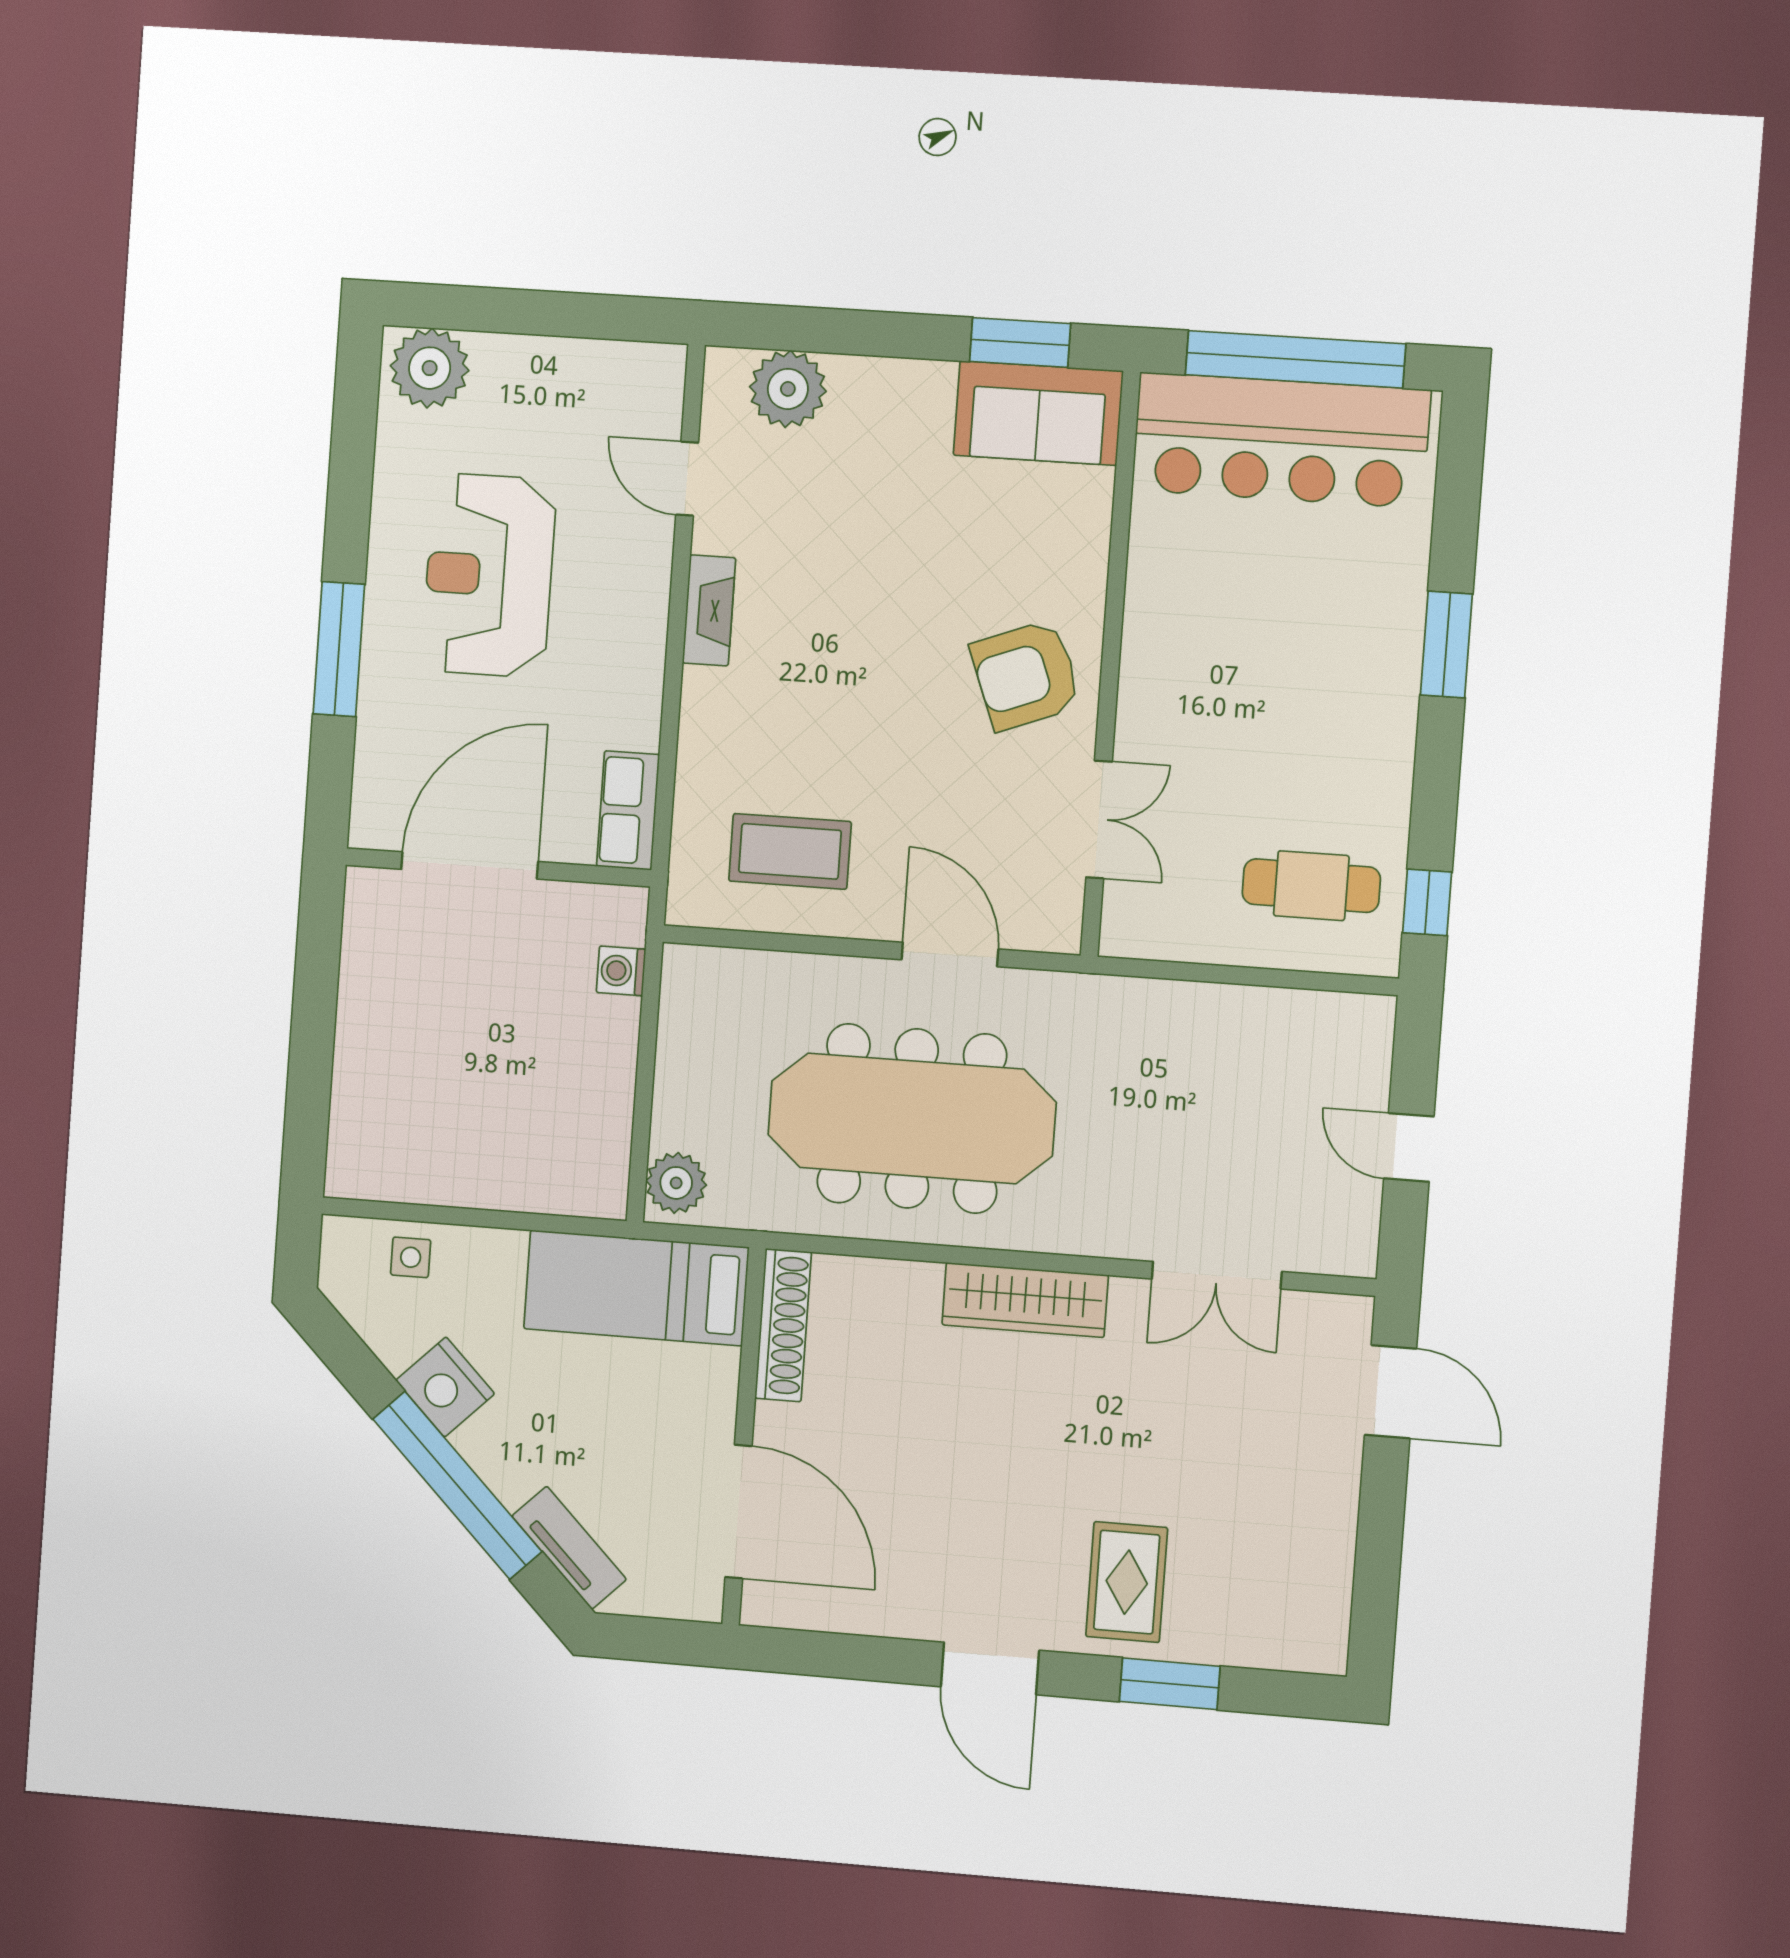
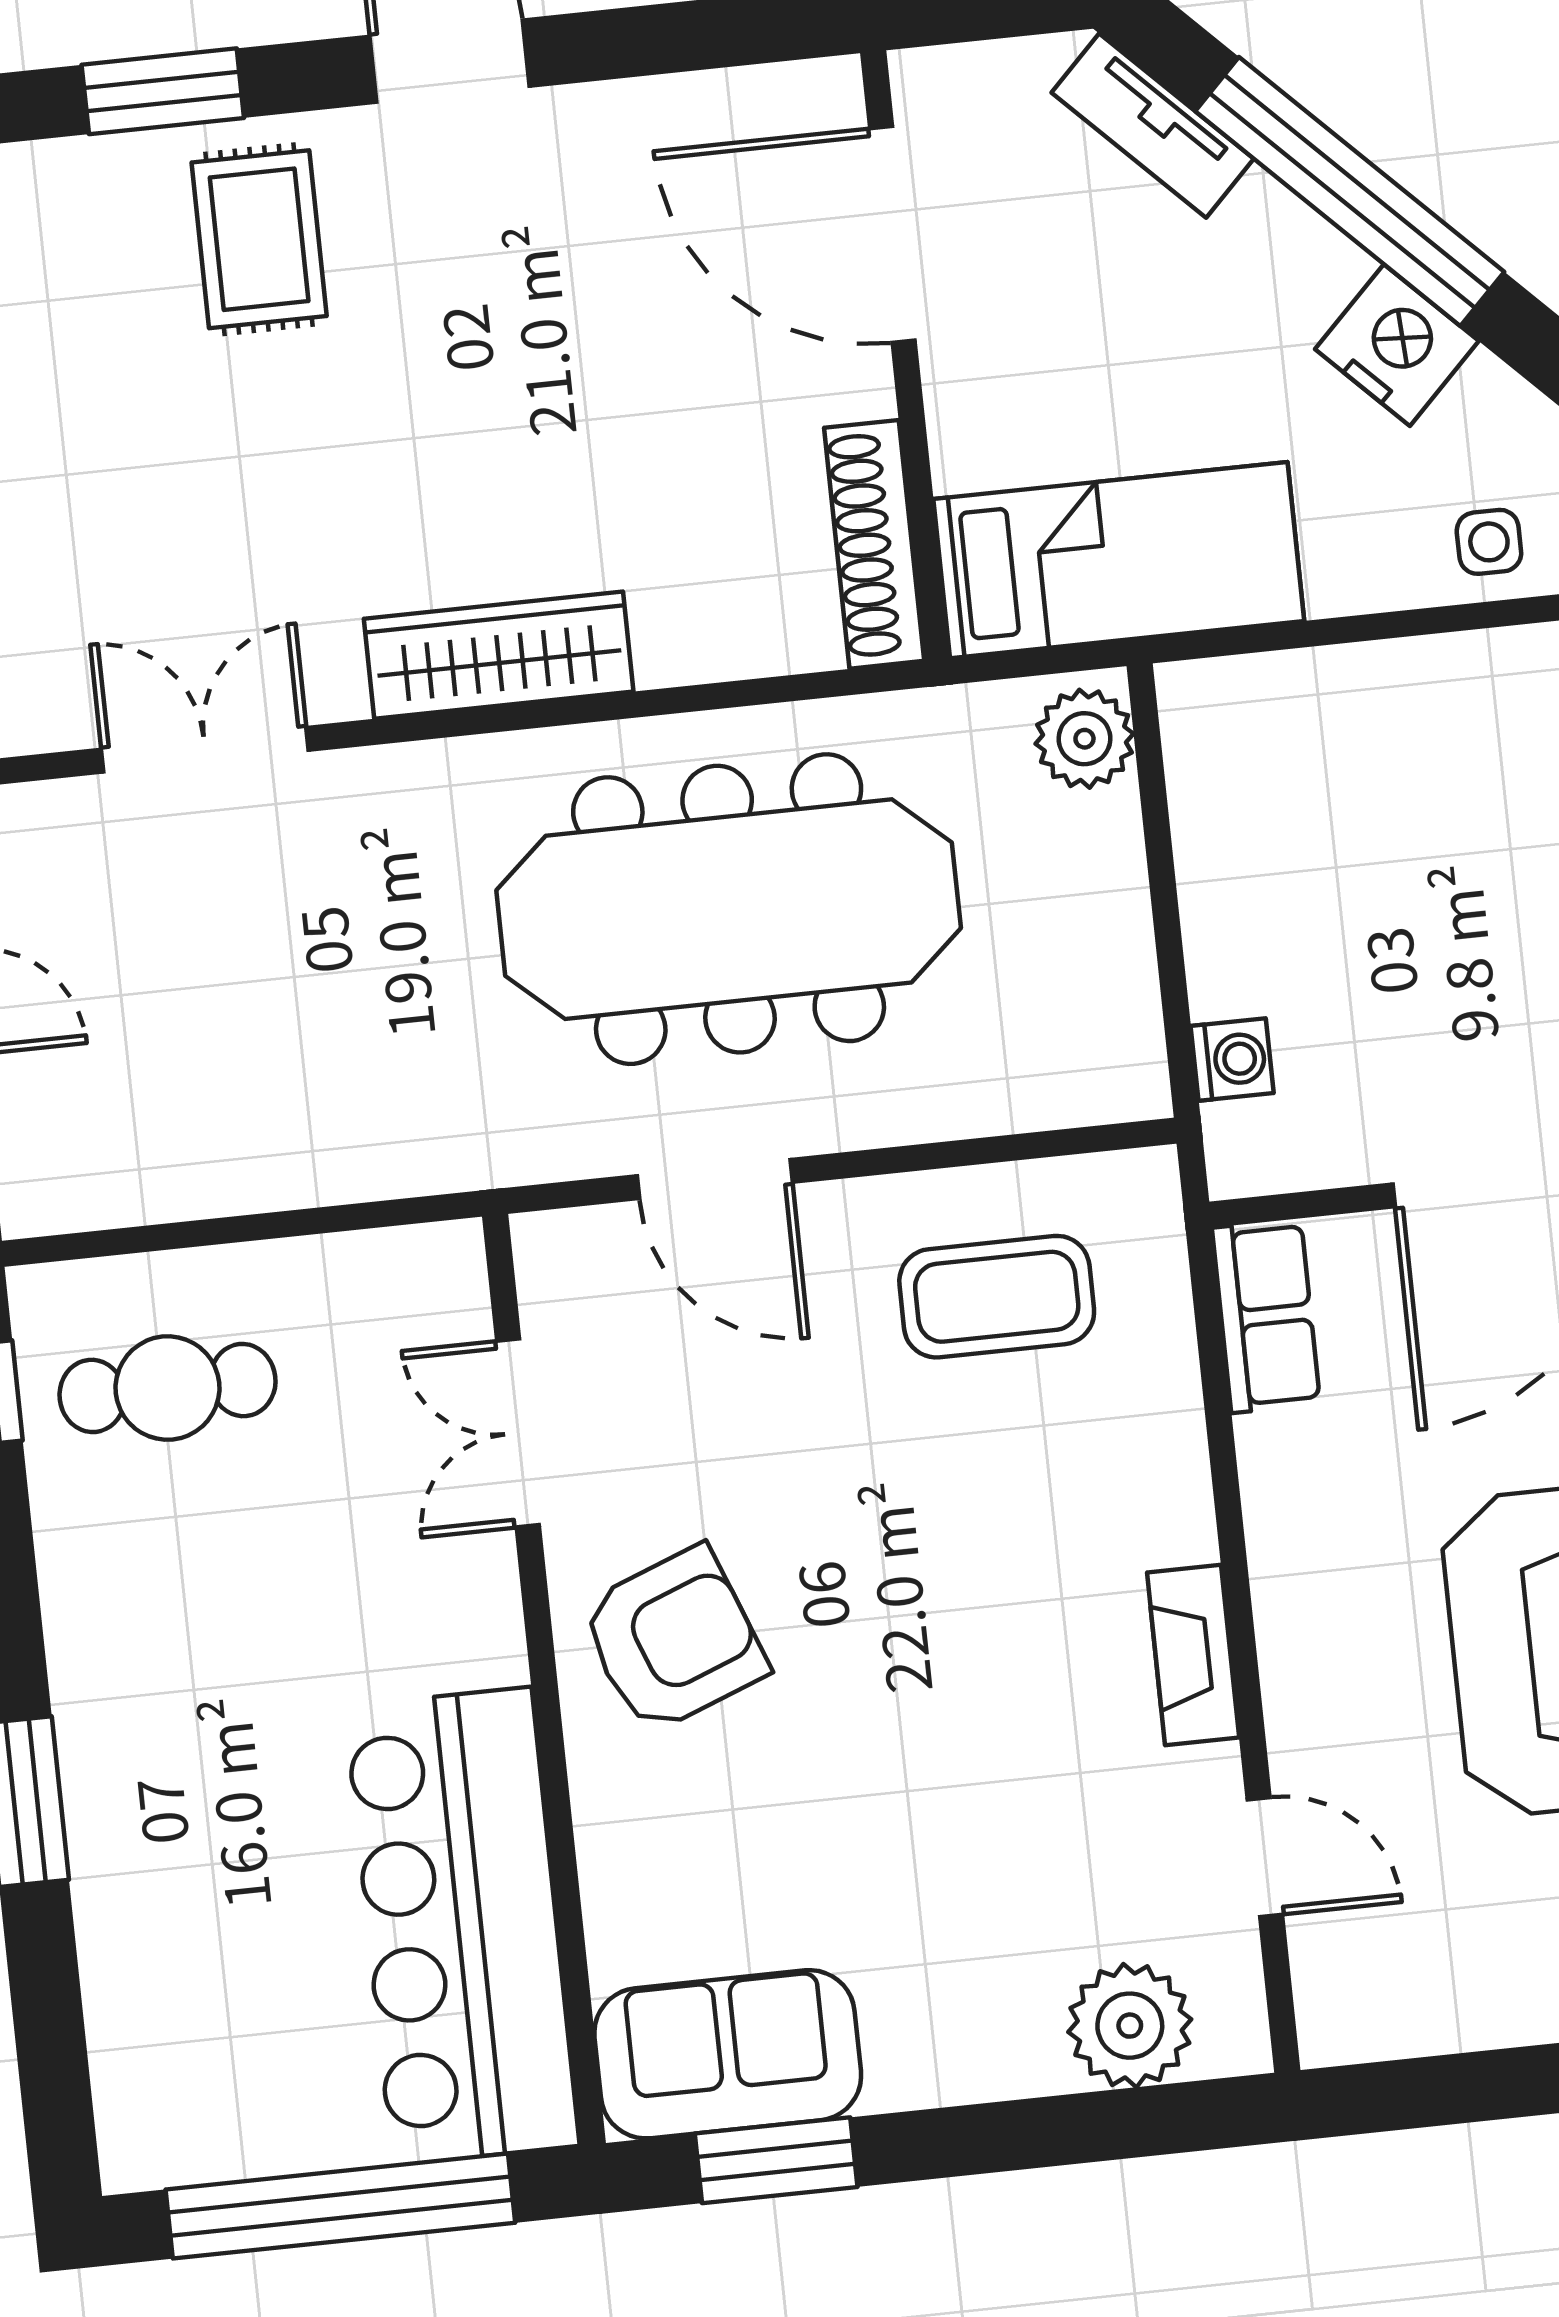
bar counter: (1281, 440) -> (462, 1926), moved, turned -90

